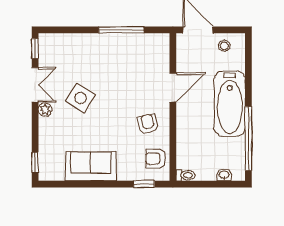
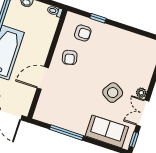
armchair: (156, 159) -> (83, 33), moved
sofa: (91, 166) -> (107, 131), moved, turned 180
window: (144, 184) -> (98, 18), moved

